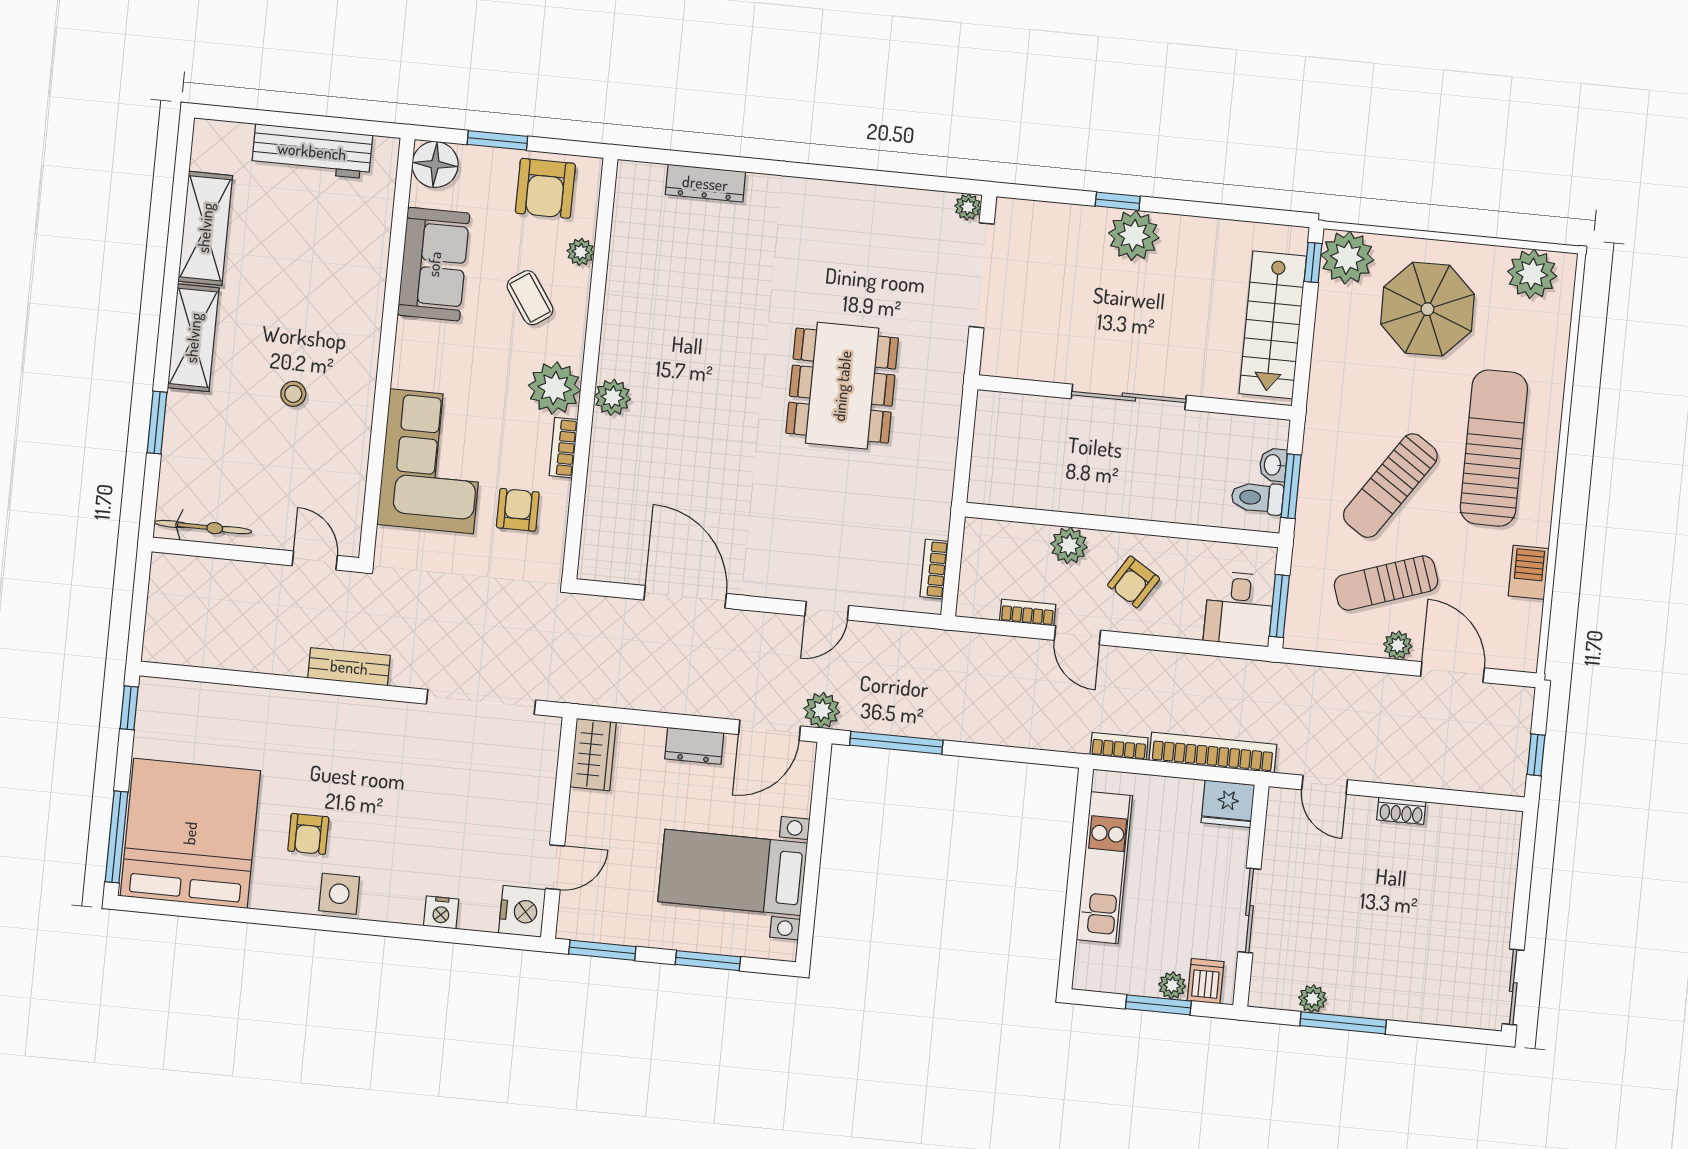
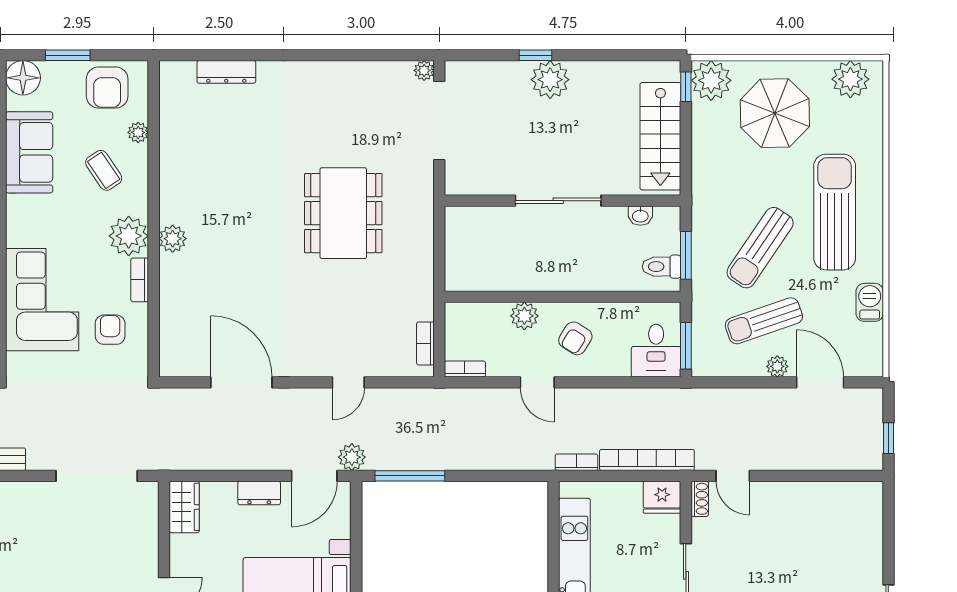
washbasin: (1273, 465) -> (640, 216), moved, turned -90
bookcase: (1028, 613) -> (465, 369), moved
shoe rack: (1401, 811) -> (700, 499), moved, turned -90

